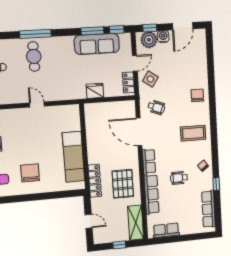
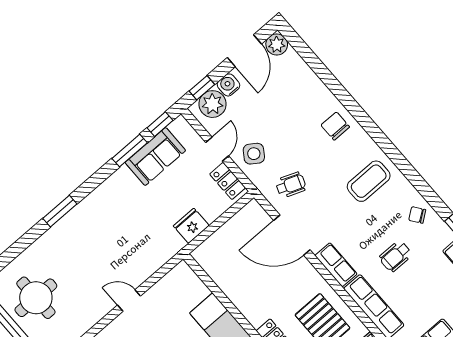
window: (35, 34) -> (60, 211), width x0.69
plant: (200, 35) -> (277, 45), added
sofa: (97, 44) -> (155, 157), width x0.73
cafe table: (34, 56) -> (79, 242), removed

